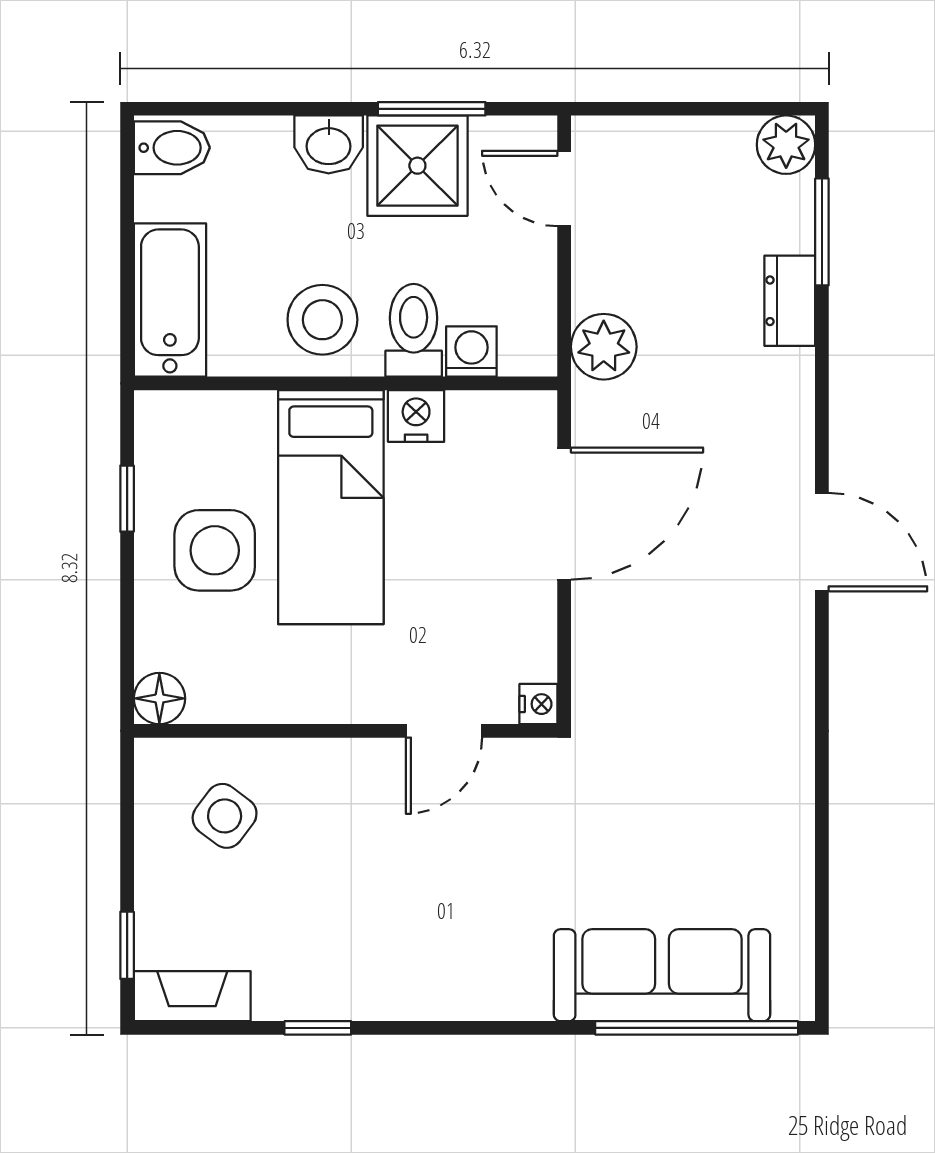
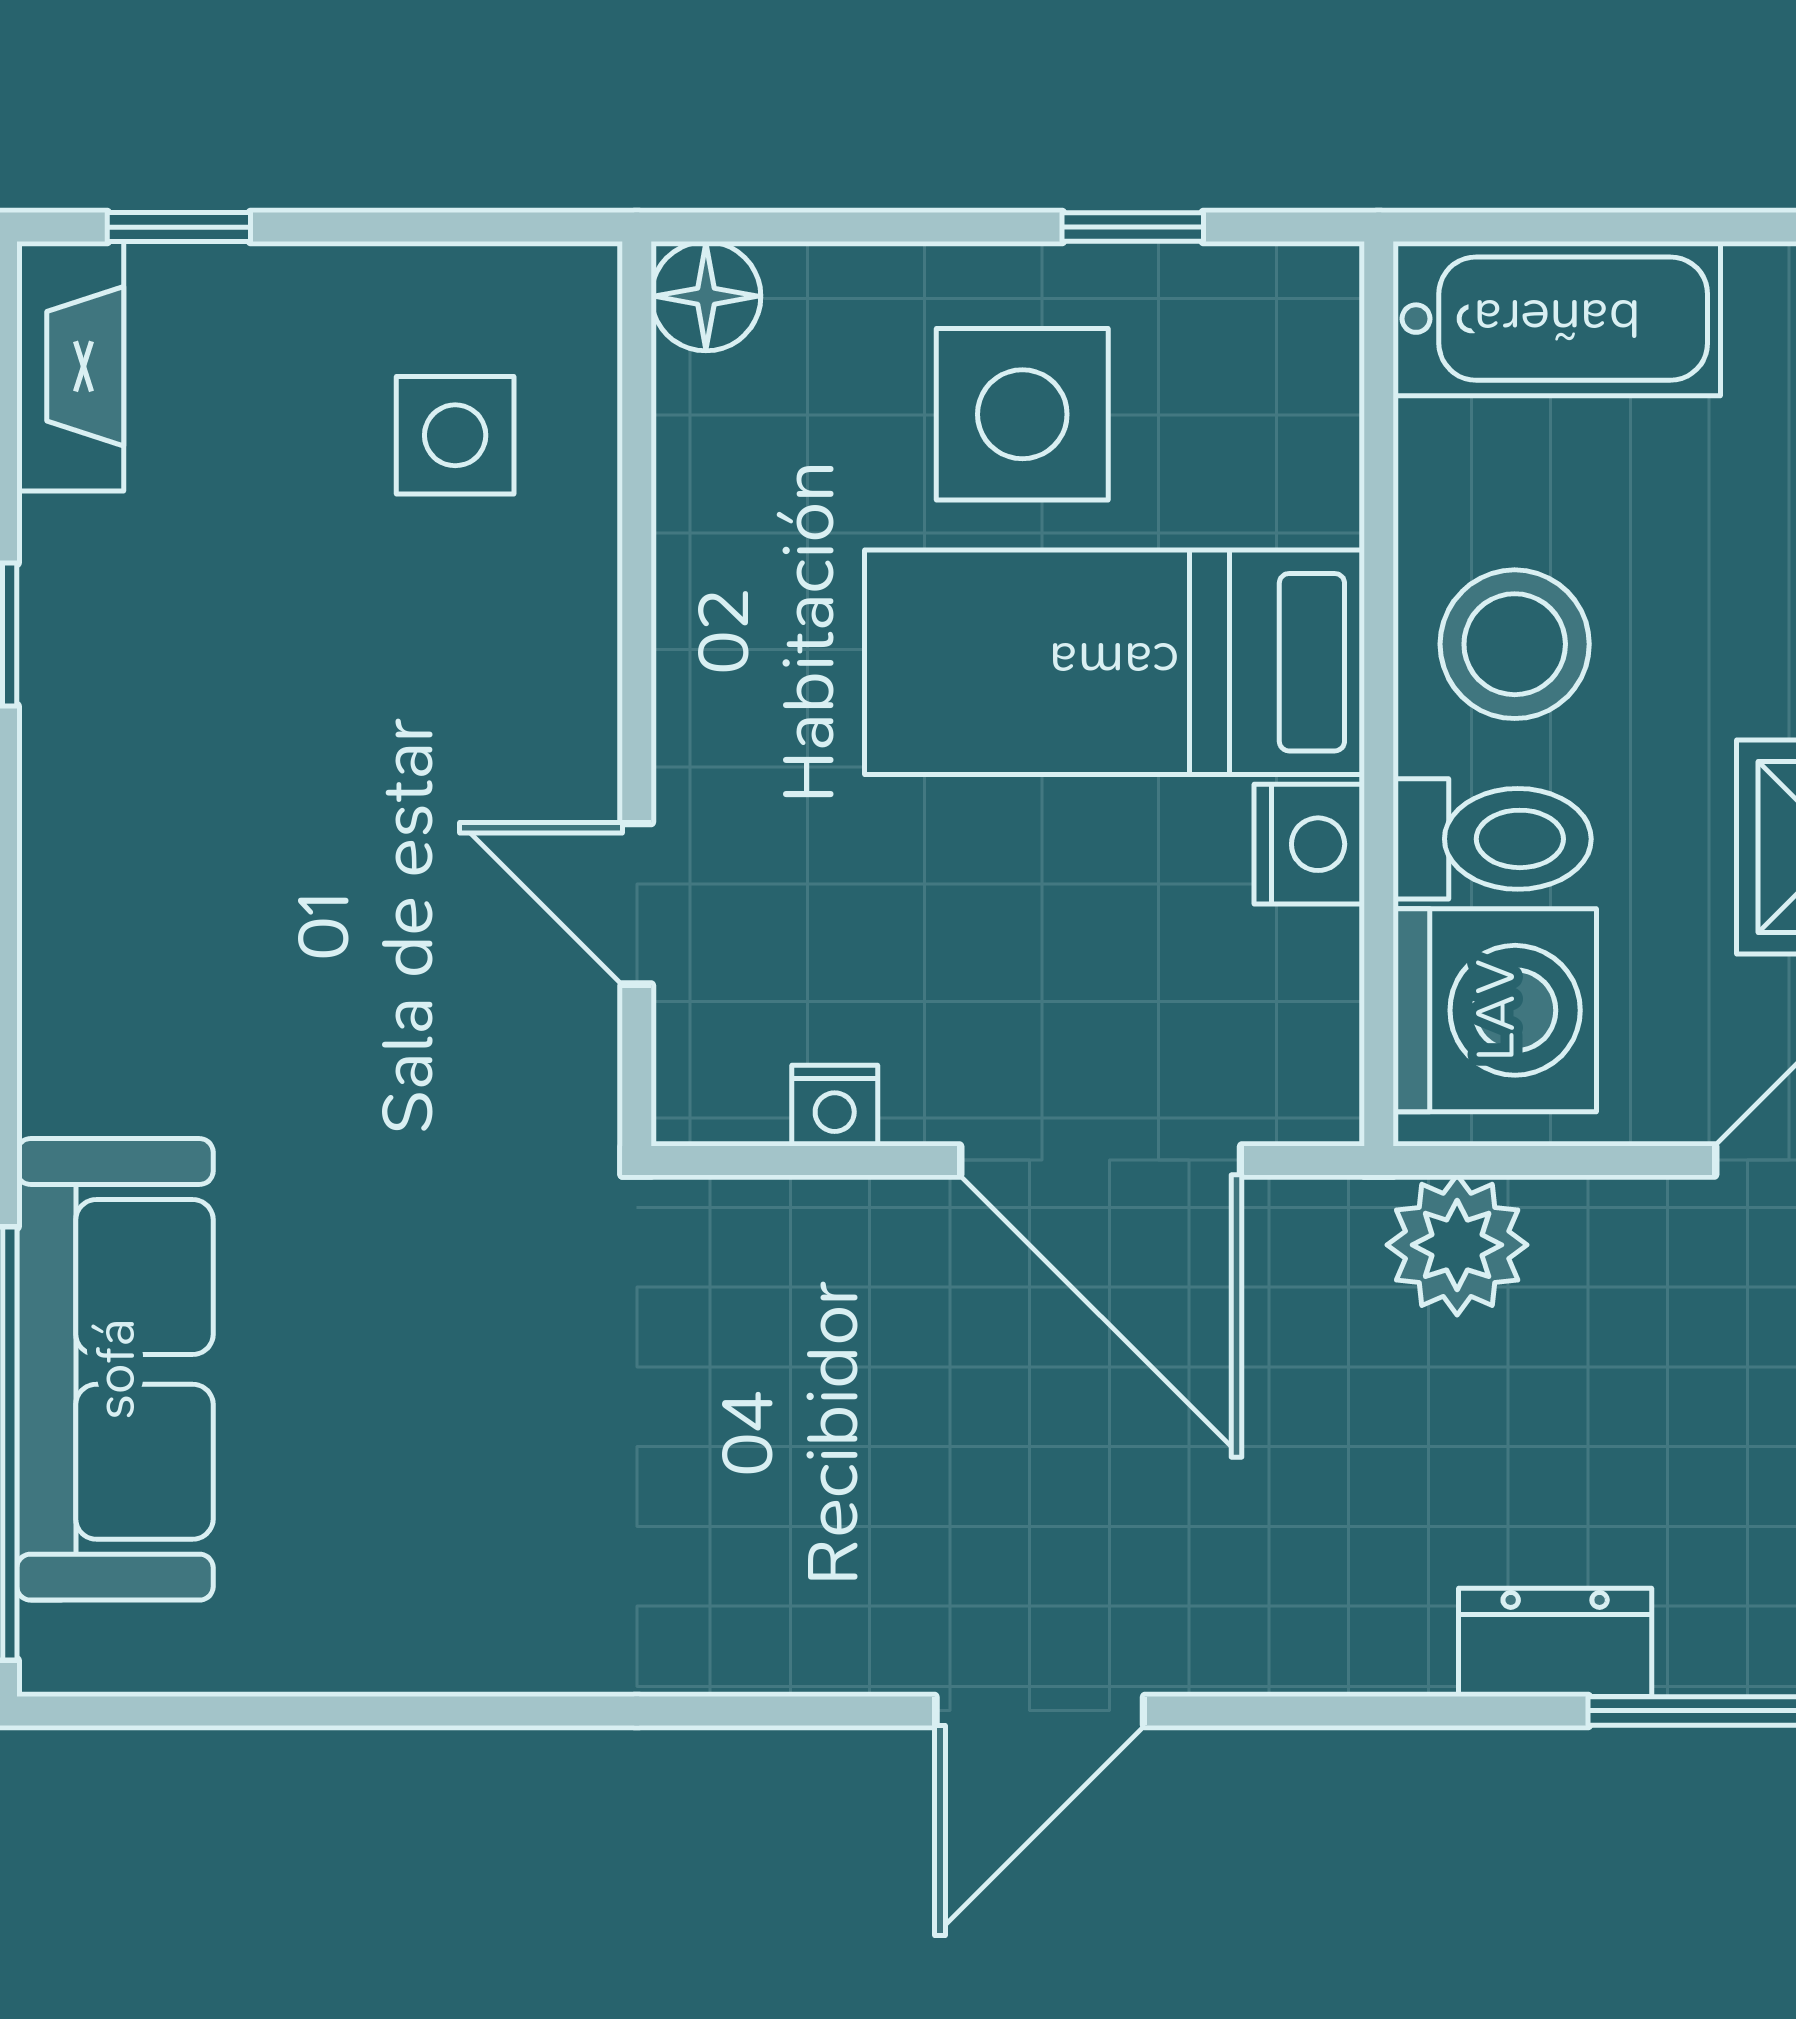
washing machine: (471, 351) -> (1495, 1010), width x1.89, depth x1.89
nightstand: (538, 704) -> (835, 1106), moved
side table: (225, 816) -> (455, 435), turned -37

